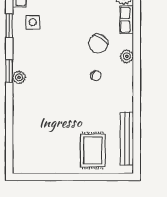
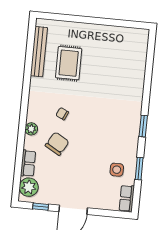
plant: (19, 77) -> (135, 119), removed
rug: (93, 151) -> (69, 63), moved

